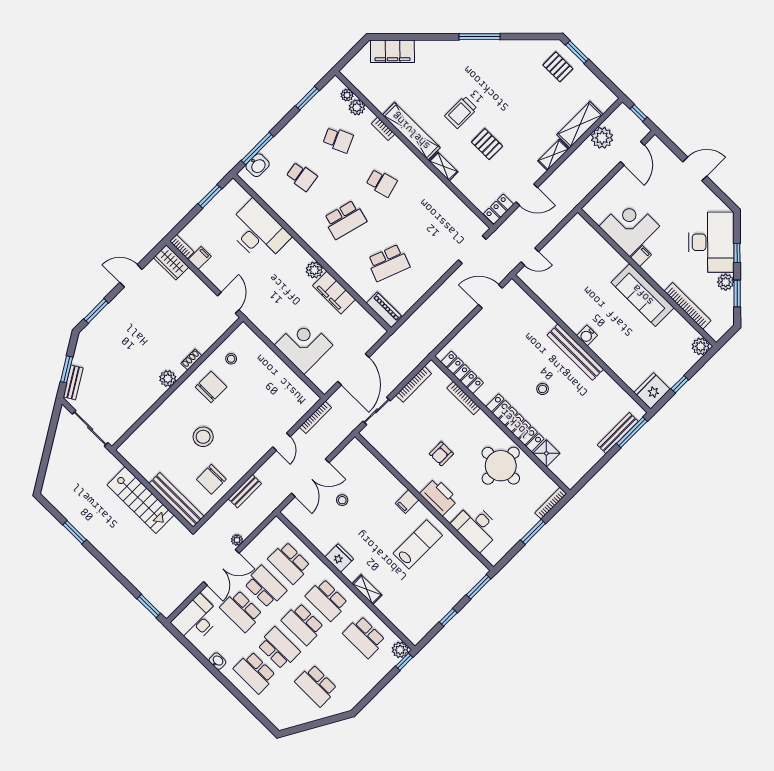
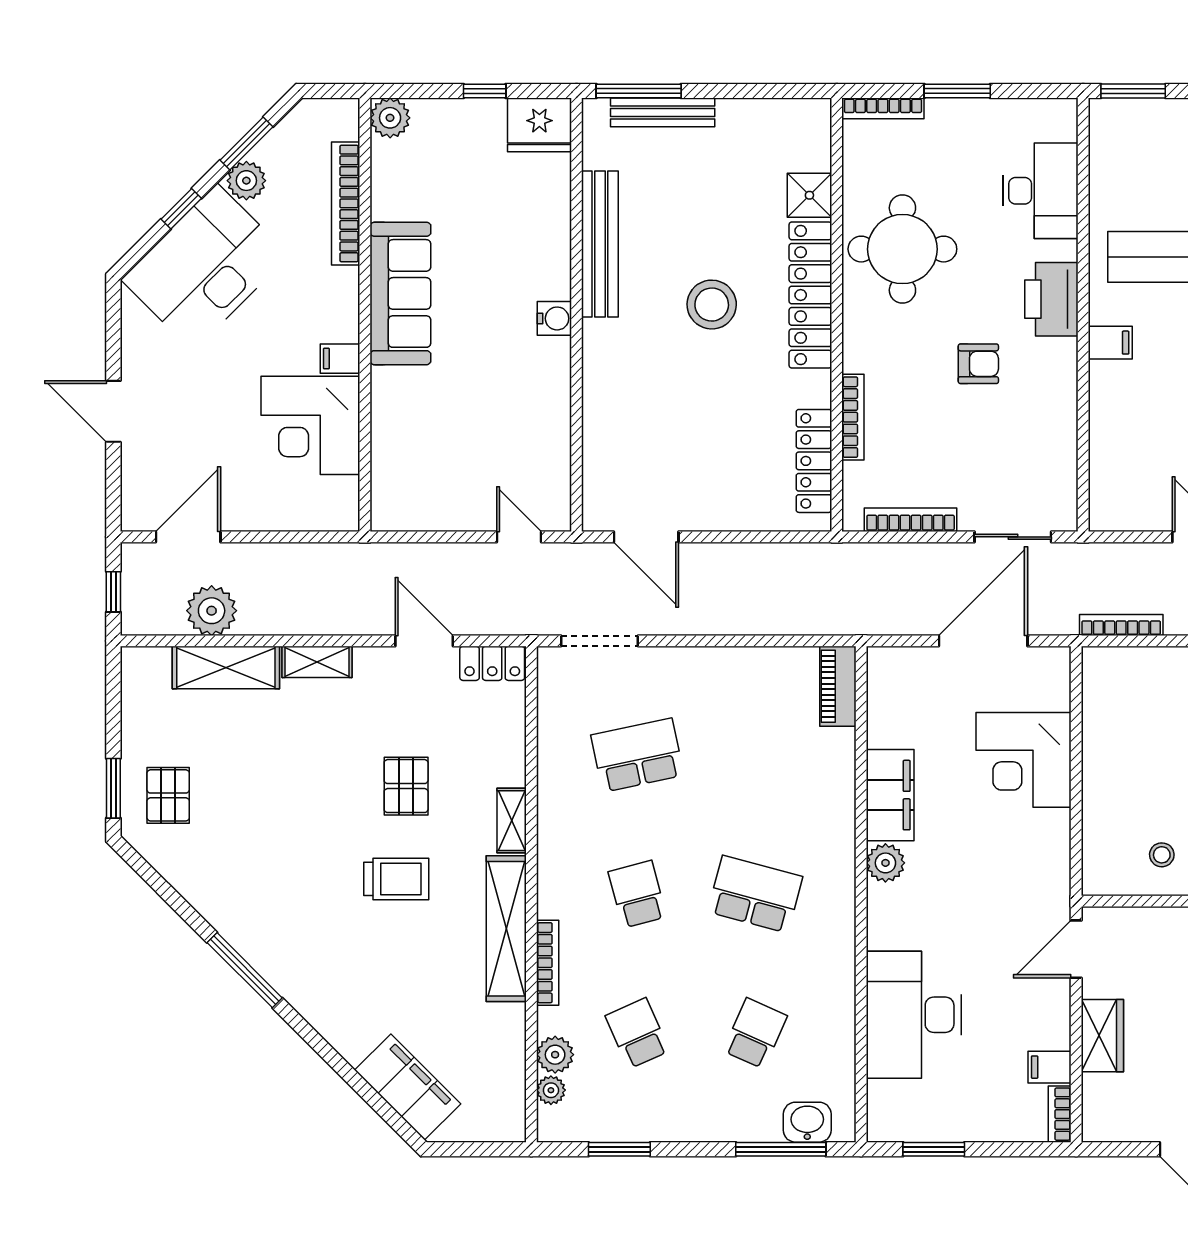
bookcase: (383, 129) -> (548, 963), width x1.56
school desk: (301, 176) -> (755, 1033), turned 33
wardrobe: (171, 262) -> (1102, 1036), moved
school desk: (388, 263) -> (637, 755), moved, turned -33
bench: (575, 352) -> (600, 244), moved
stool: (543, 389) -> (712, 305), width x1.89, depth x1.89

